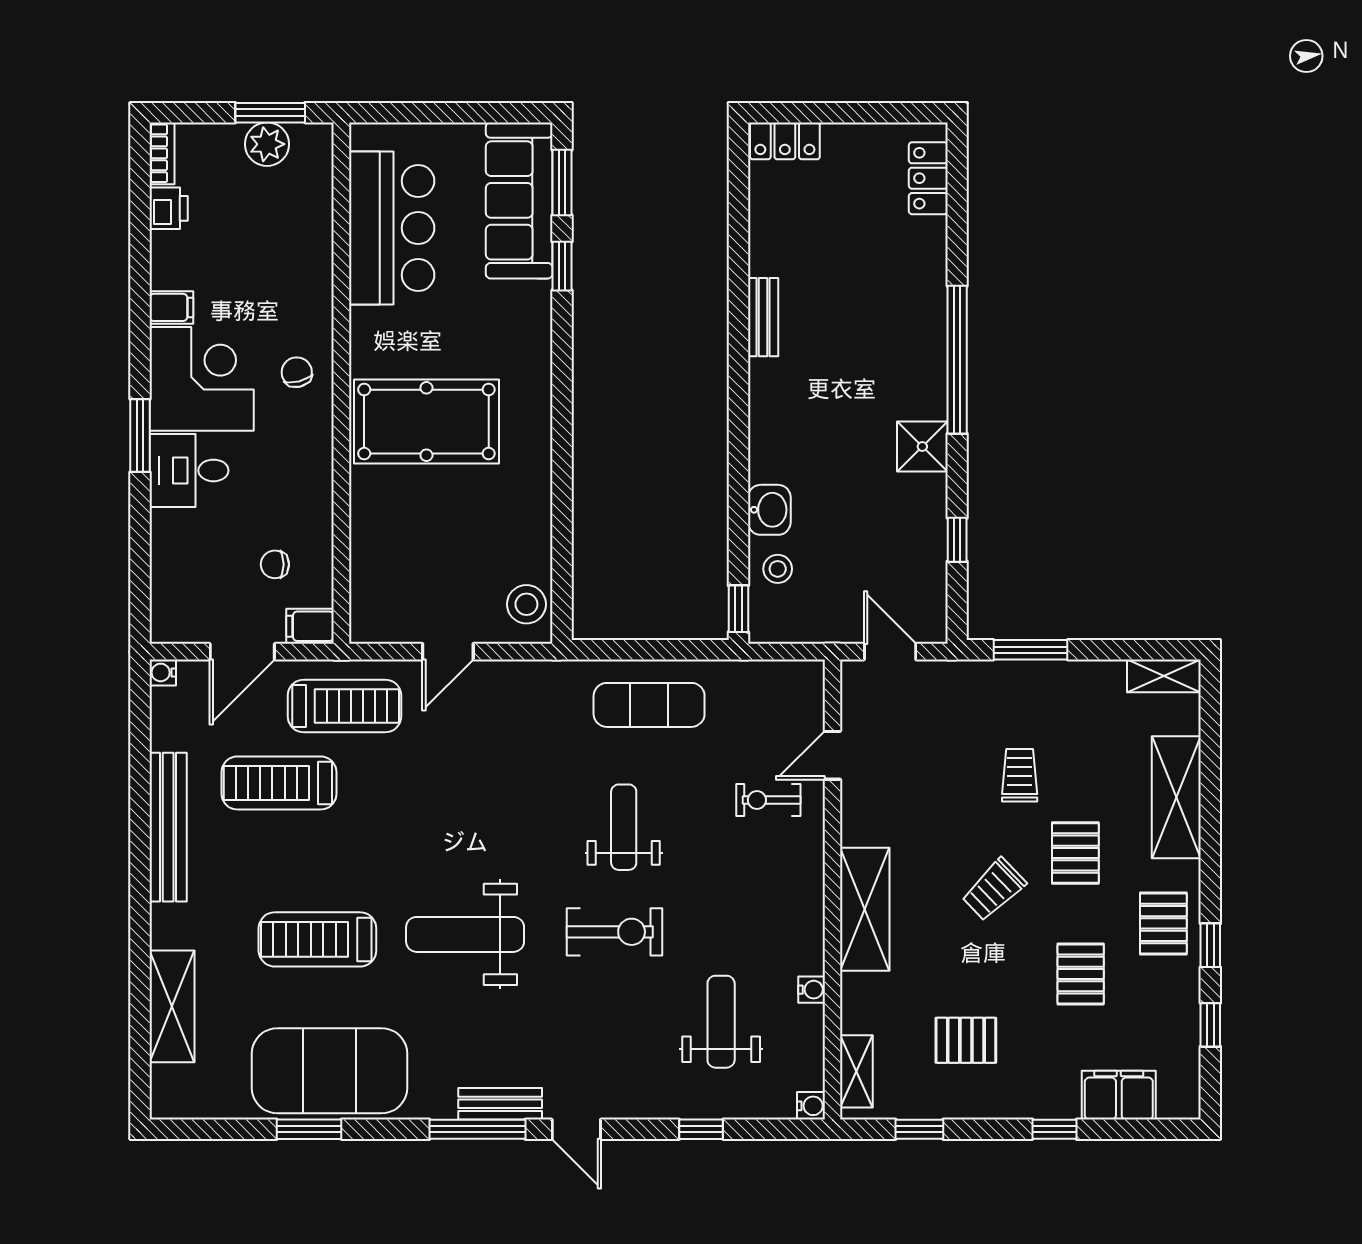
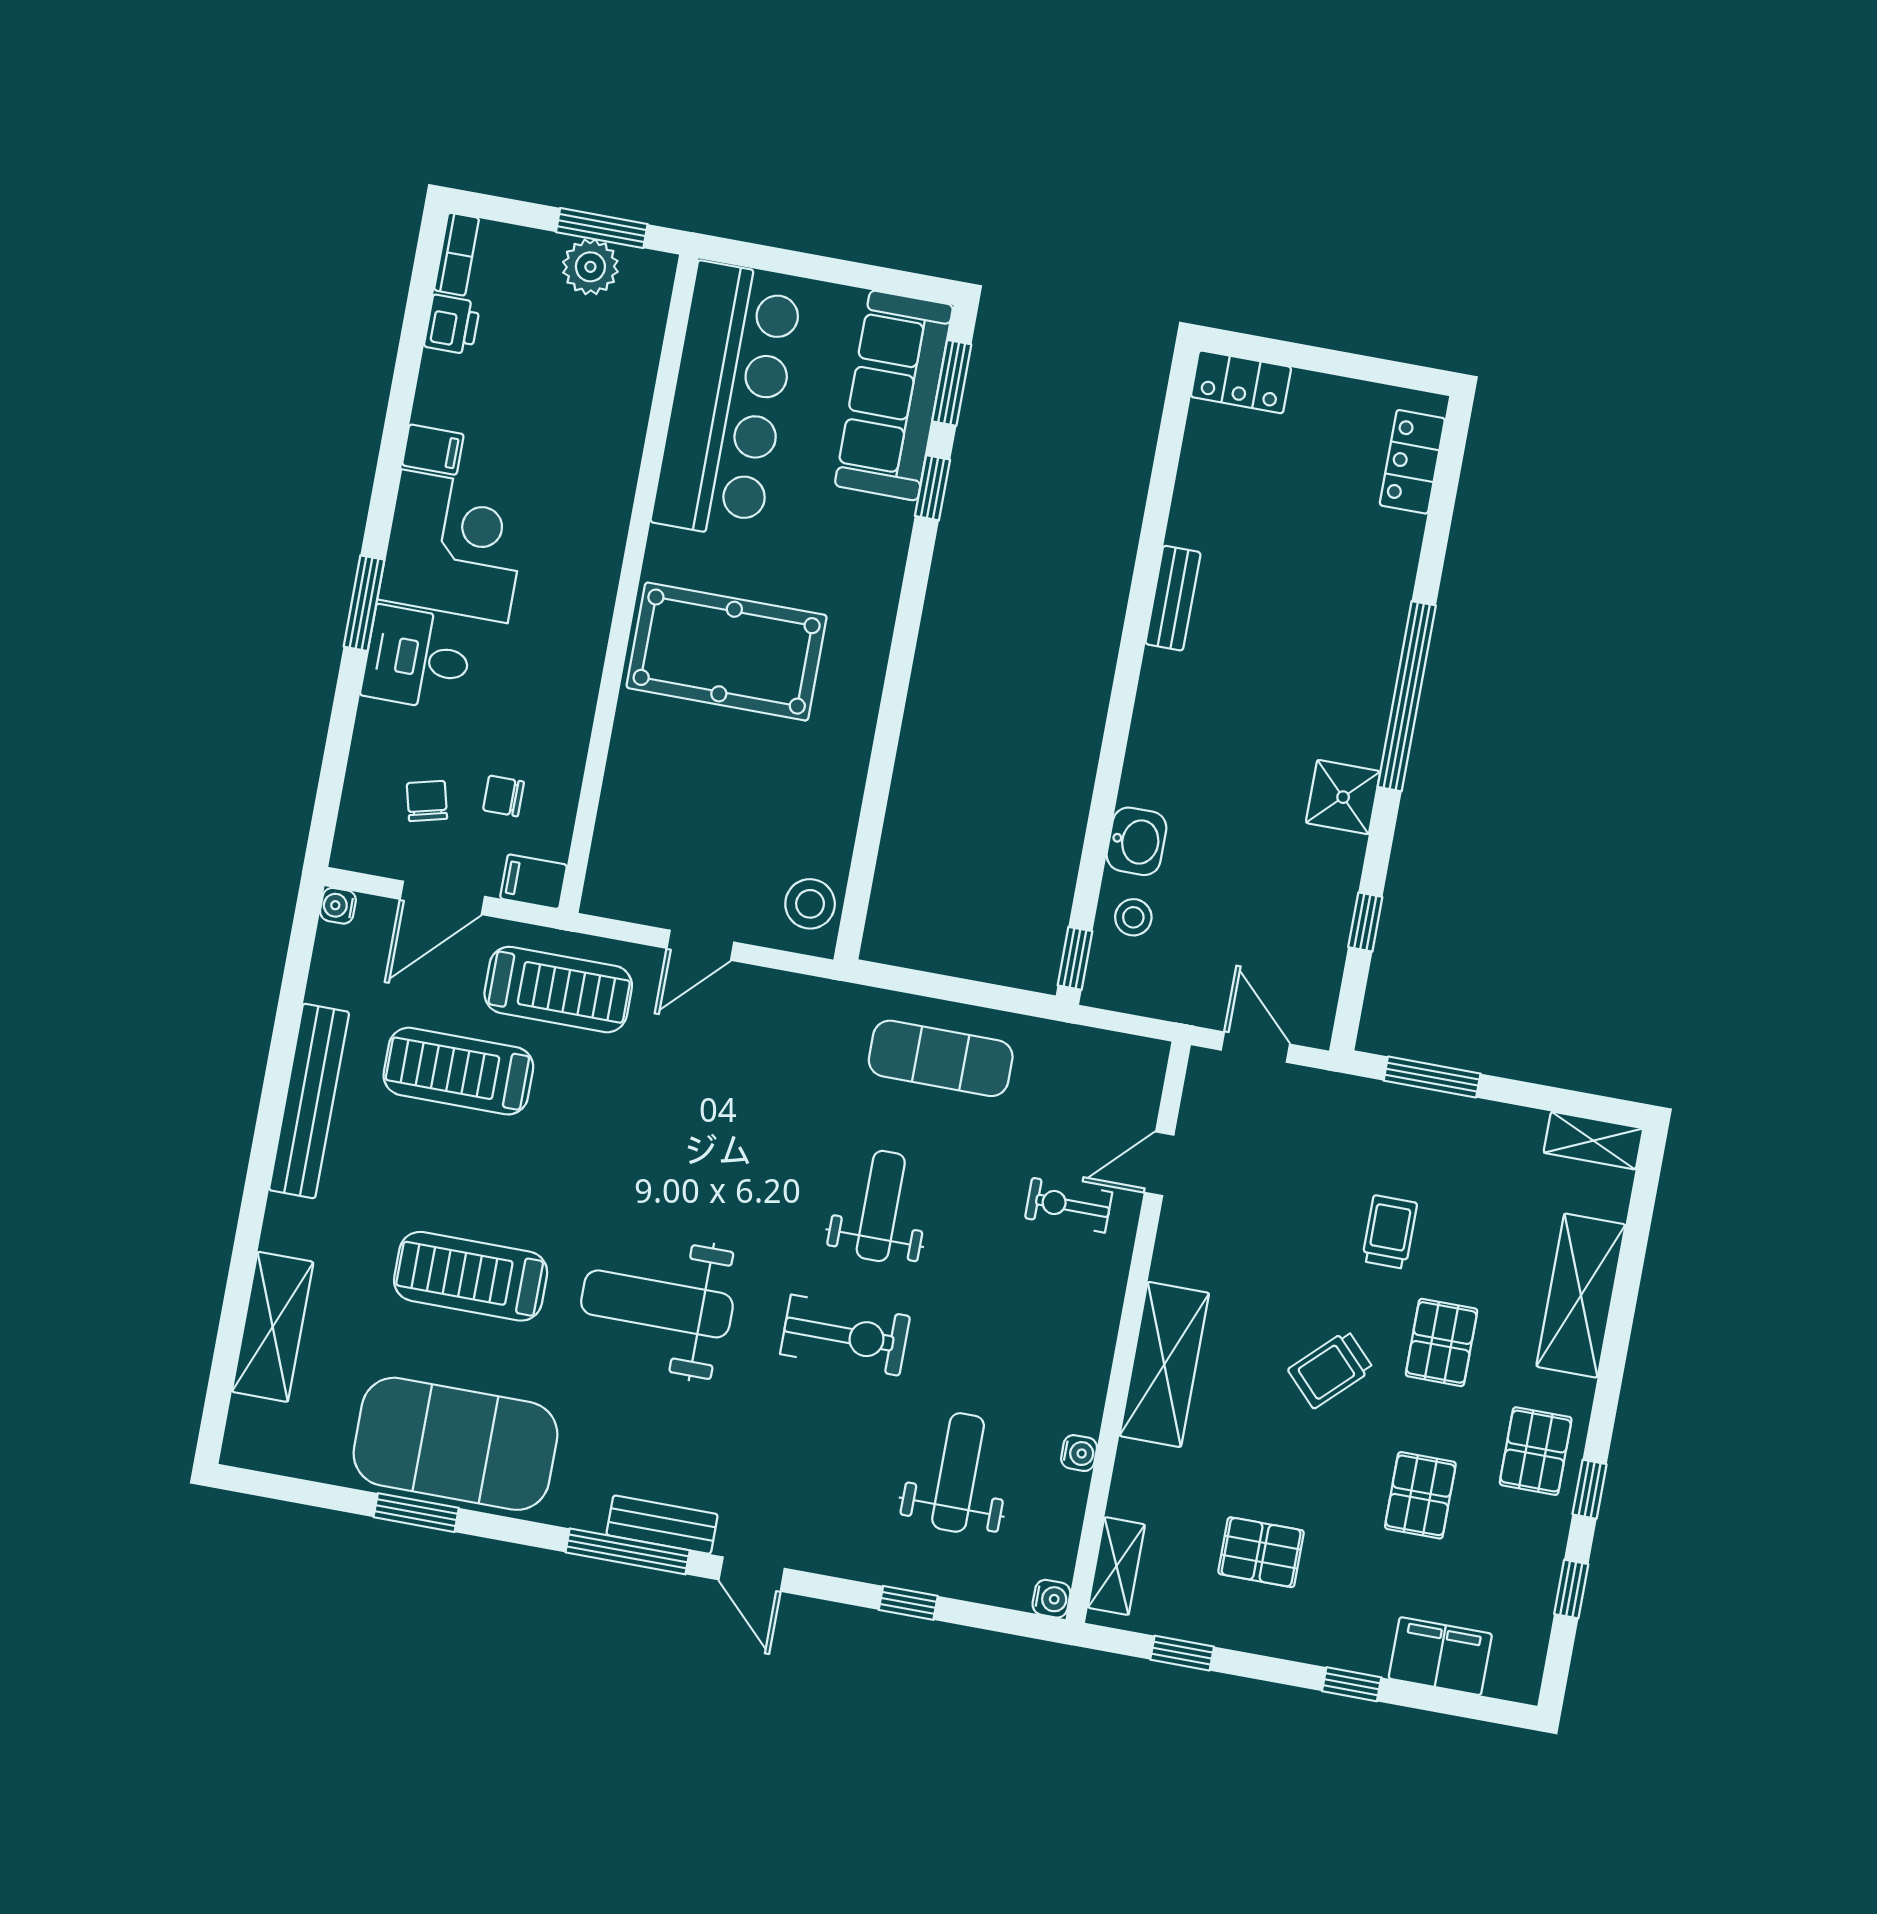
bar counter: (392, 228) -> (728, 401), width x1.36
chair: (297, 372) -> (427, 801), moved

